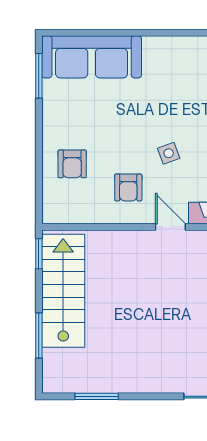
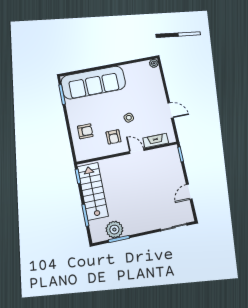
sofa: (92, 57) -> (93, 83), width x1.36, depth x1.27
armchair: (72, 164) -> (85, 131), turned -90
plant: (91, 376) -> (114, 230), added

